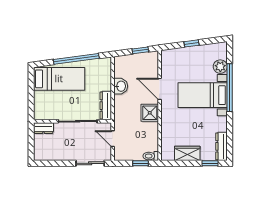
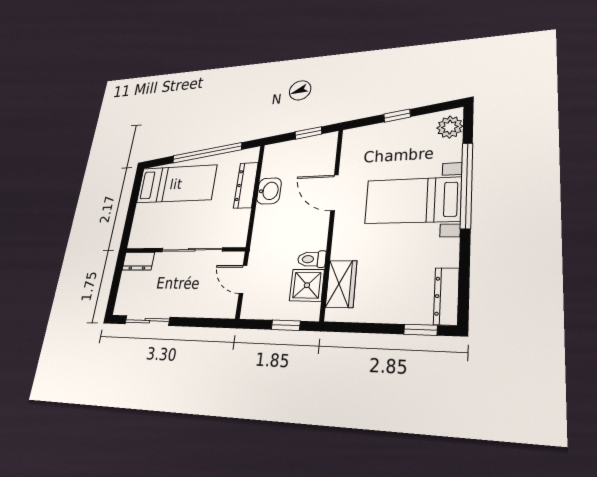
plant: (220, 67) -> (450, 127), moved
dresser: (106, 106) -> (246, 185), moved
shower: (150, 113) -> (307, 285), moved
wardrobe: (187, 153) -> (341, 284), moved, turned 90
toilet: (151, 156) -> (312, 259), moved
sliding door: (90, 163) -> (147, 321), moved

